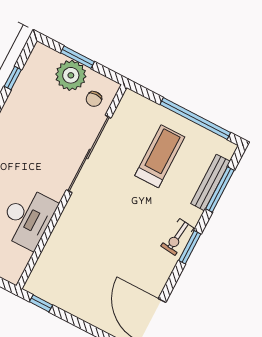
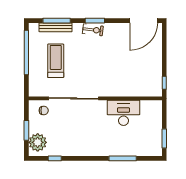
plant: (71, 75) -> (38, 142), moved
treadmill: (160, 156) -> (56, 61), turned 90

